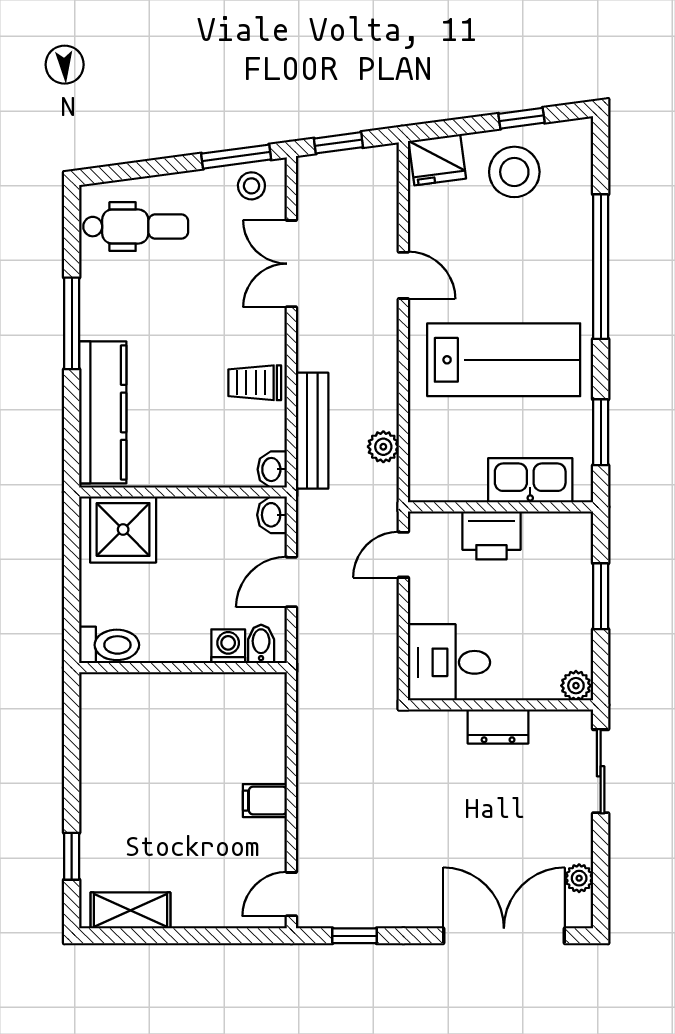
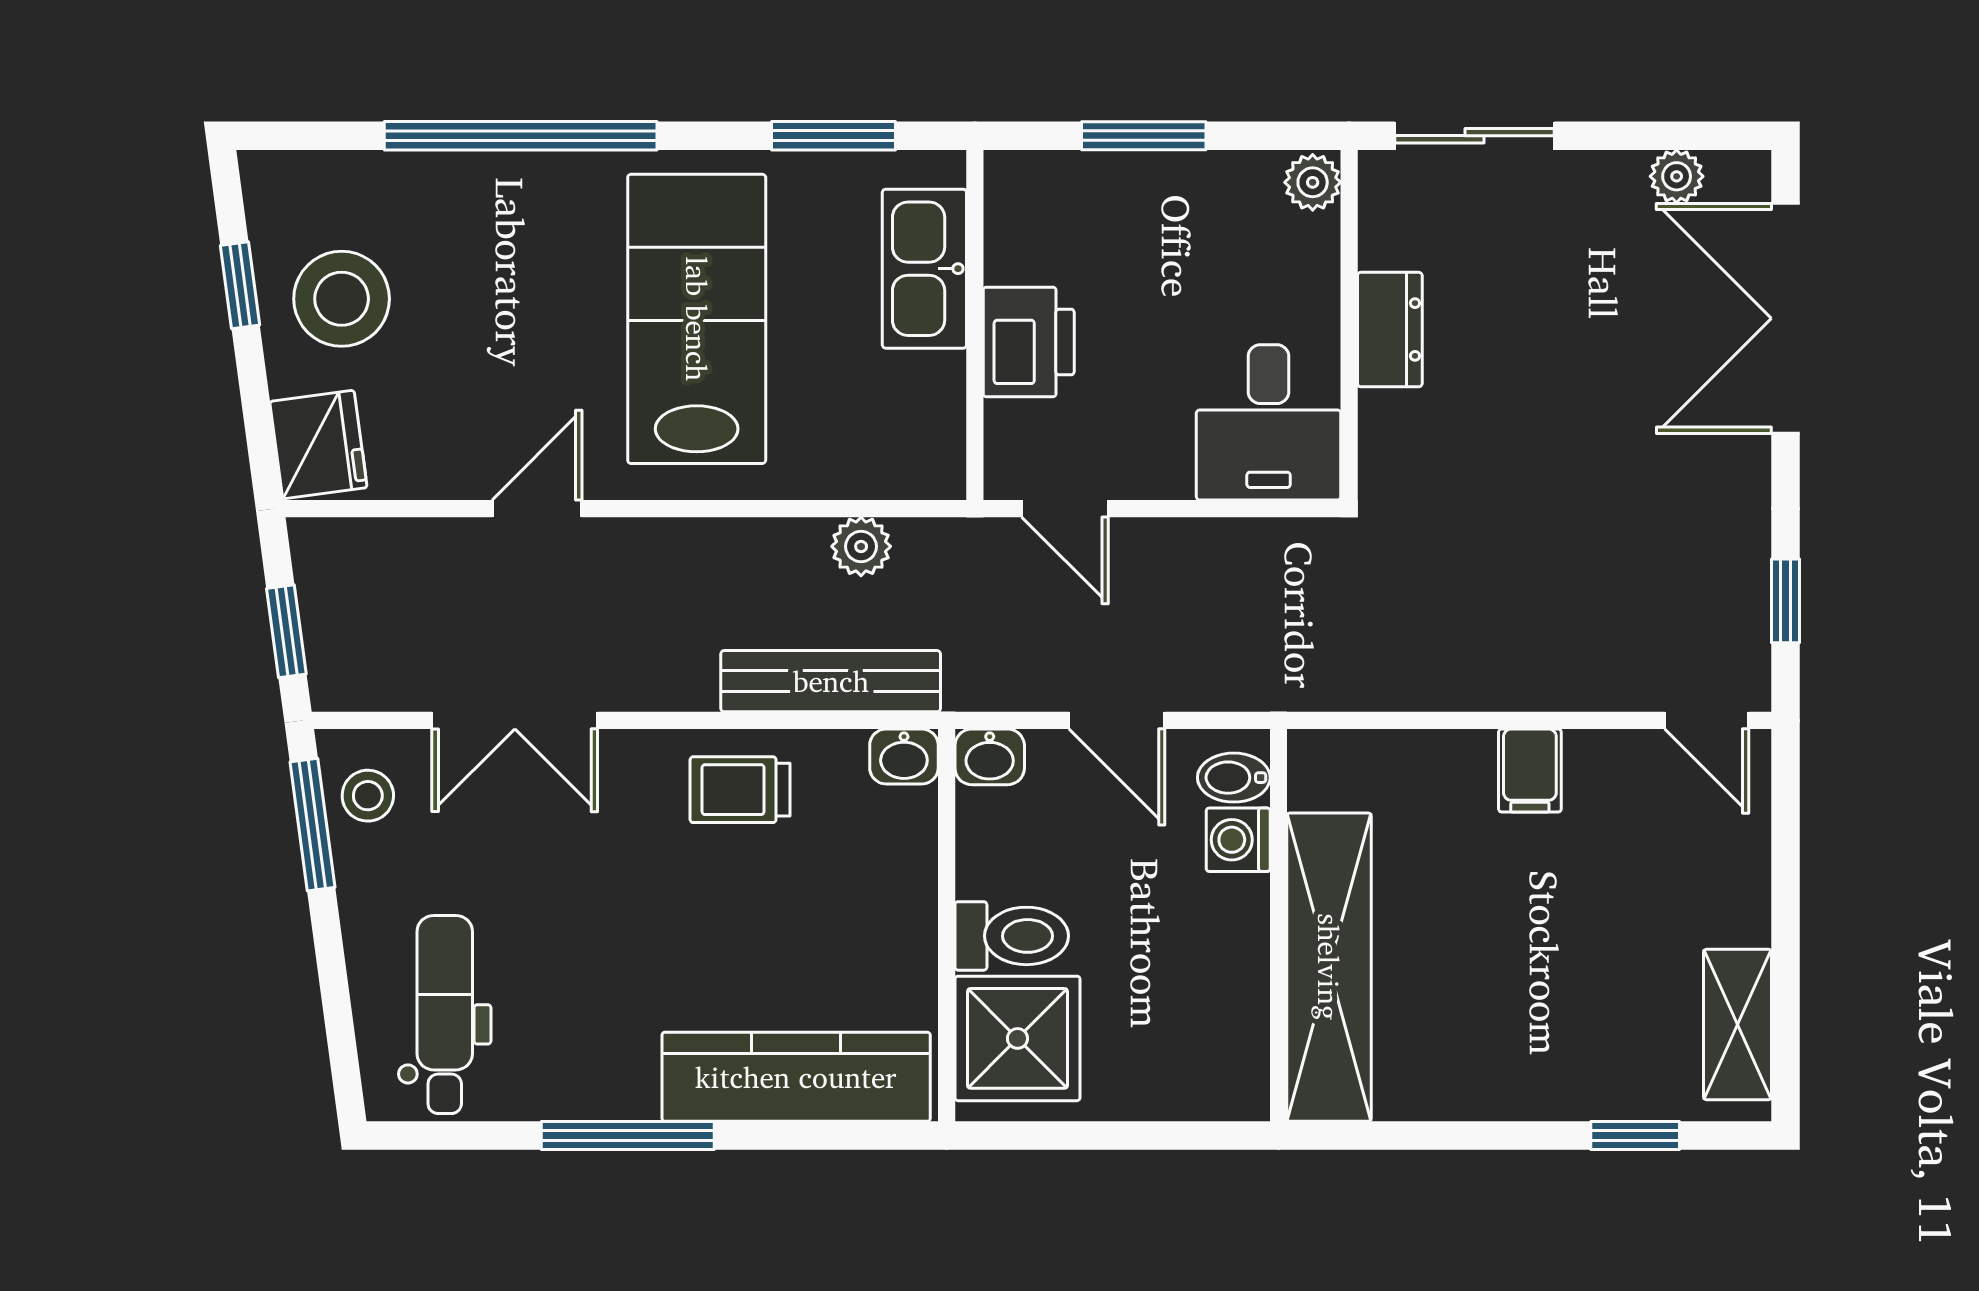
trolley: (255, 383) -> (740, 790), turned 90
toilet: (109, 645) -> (1012, 936), moved, turned 90
shelving: (161, 694) -> (1329, 967), added

